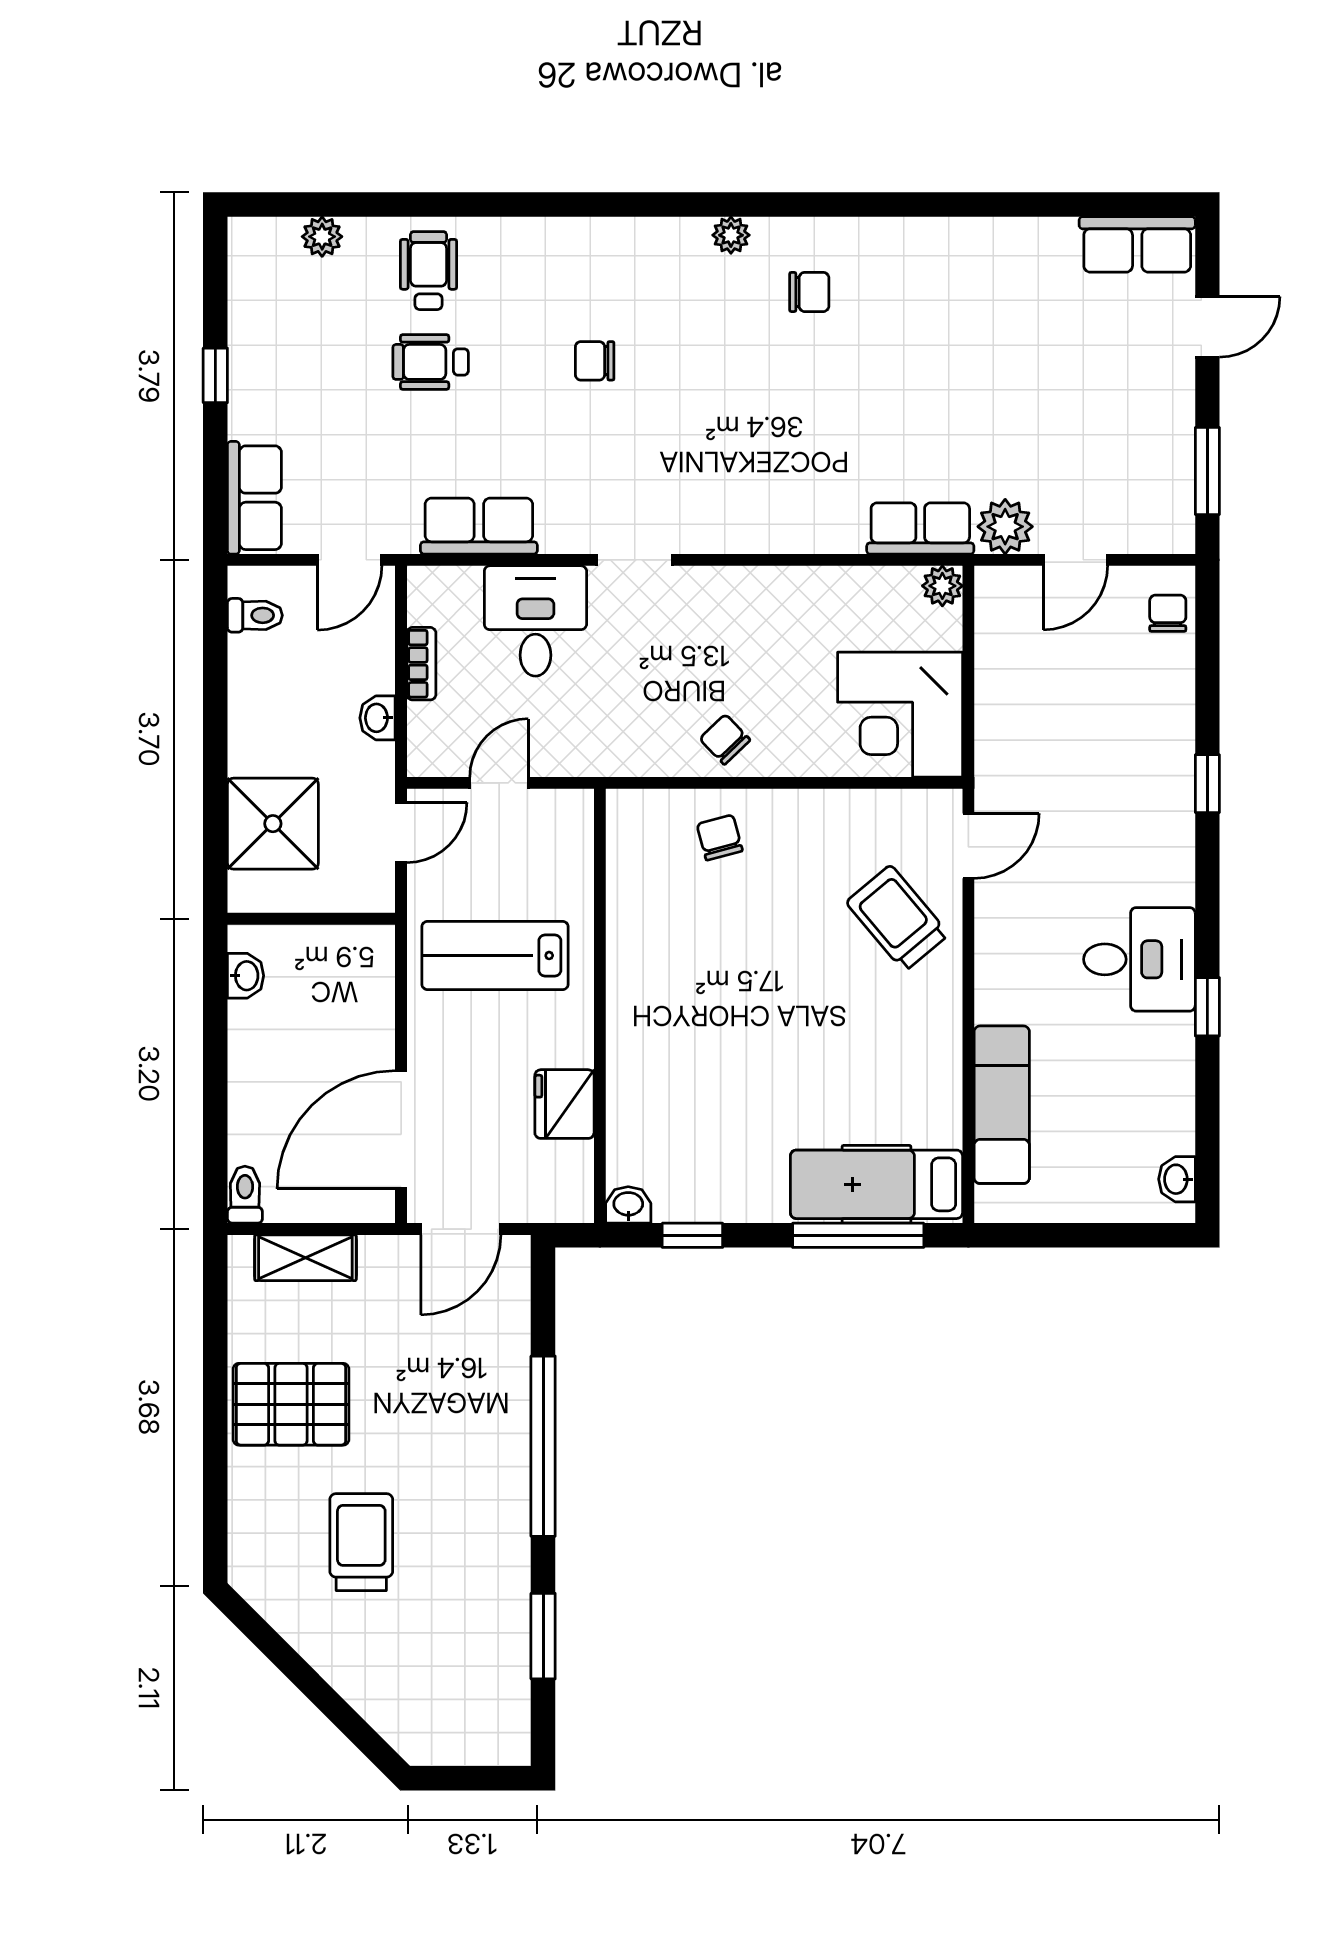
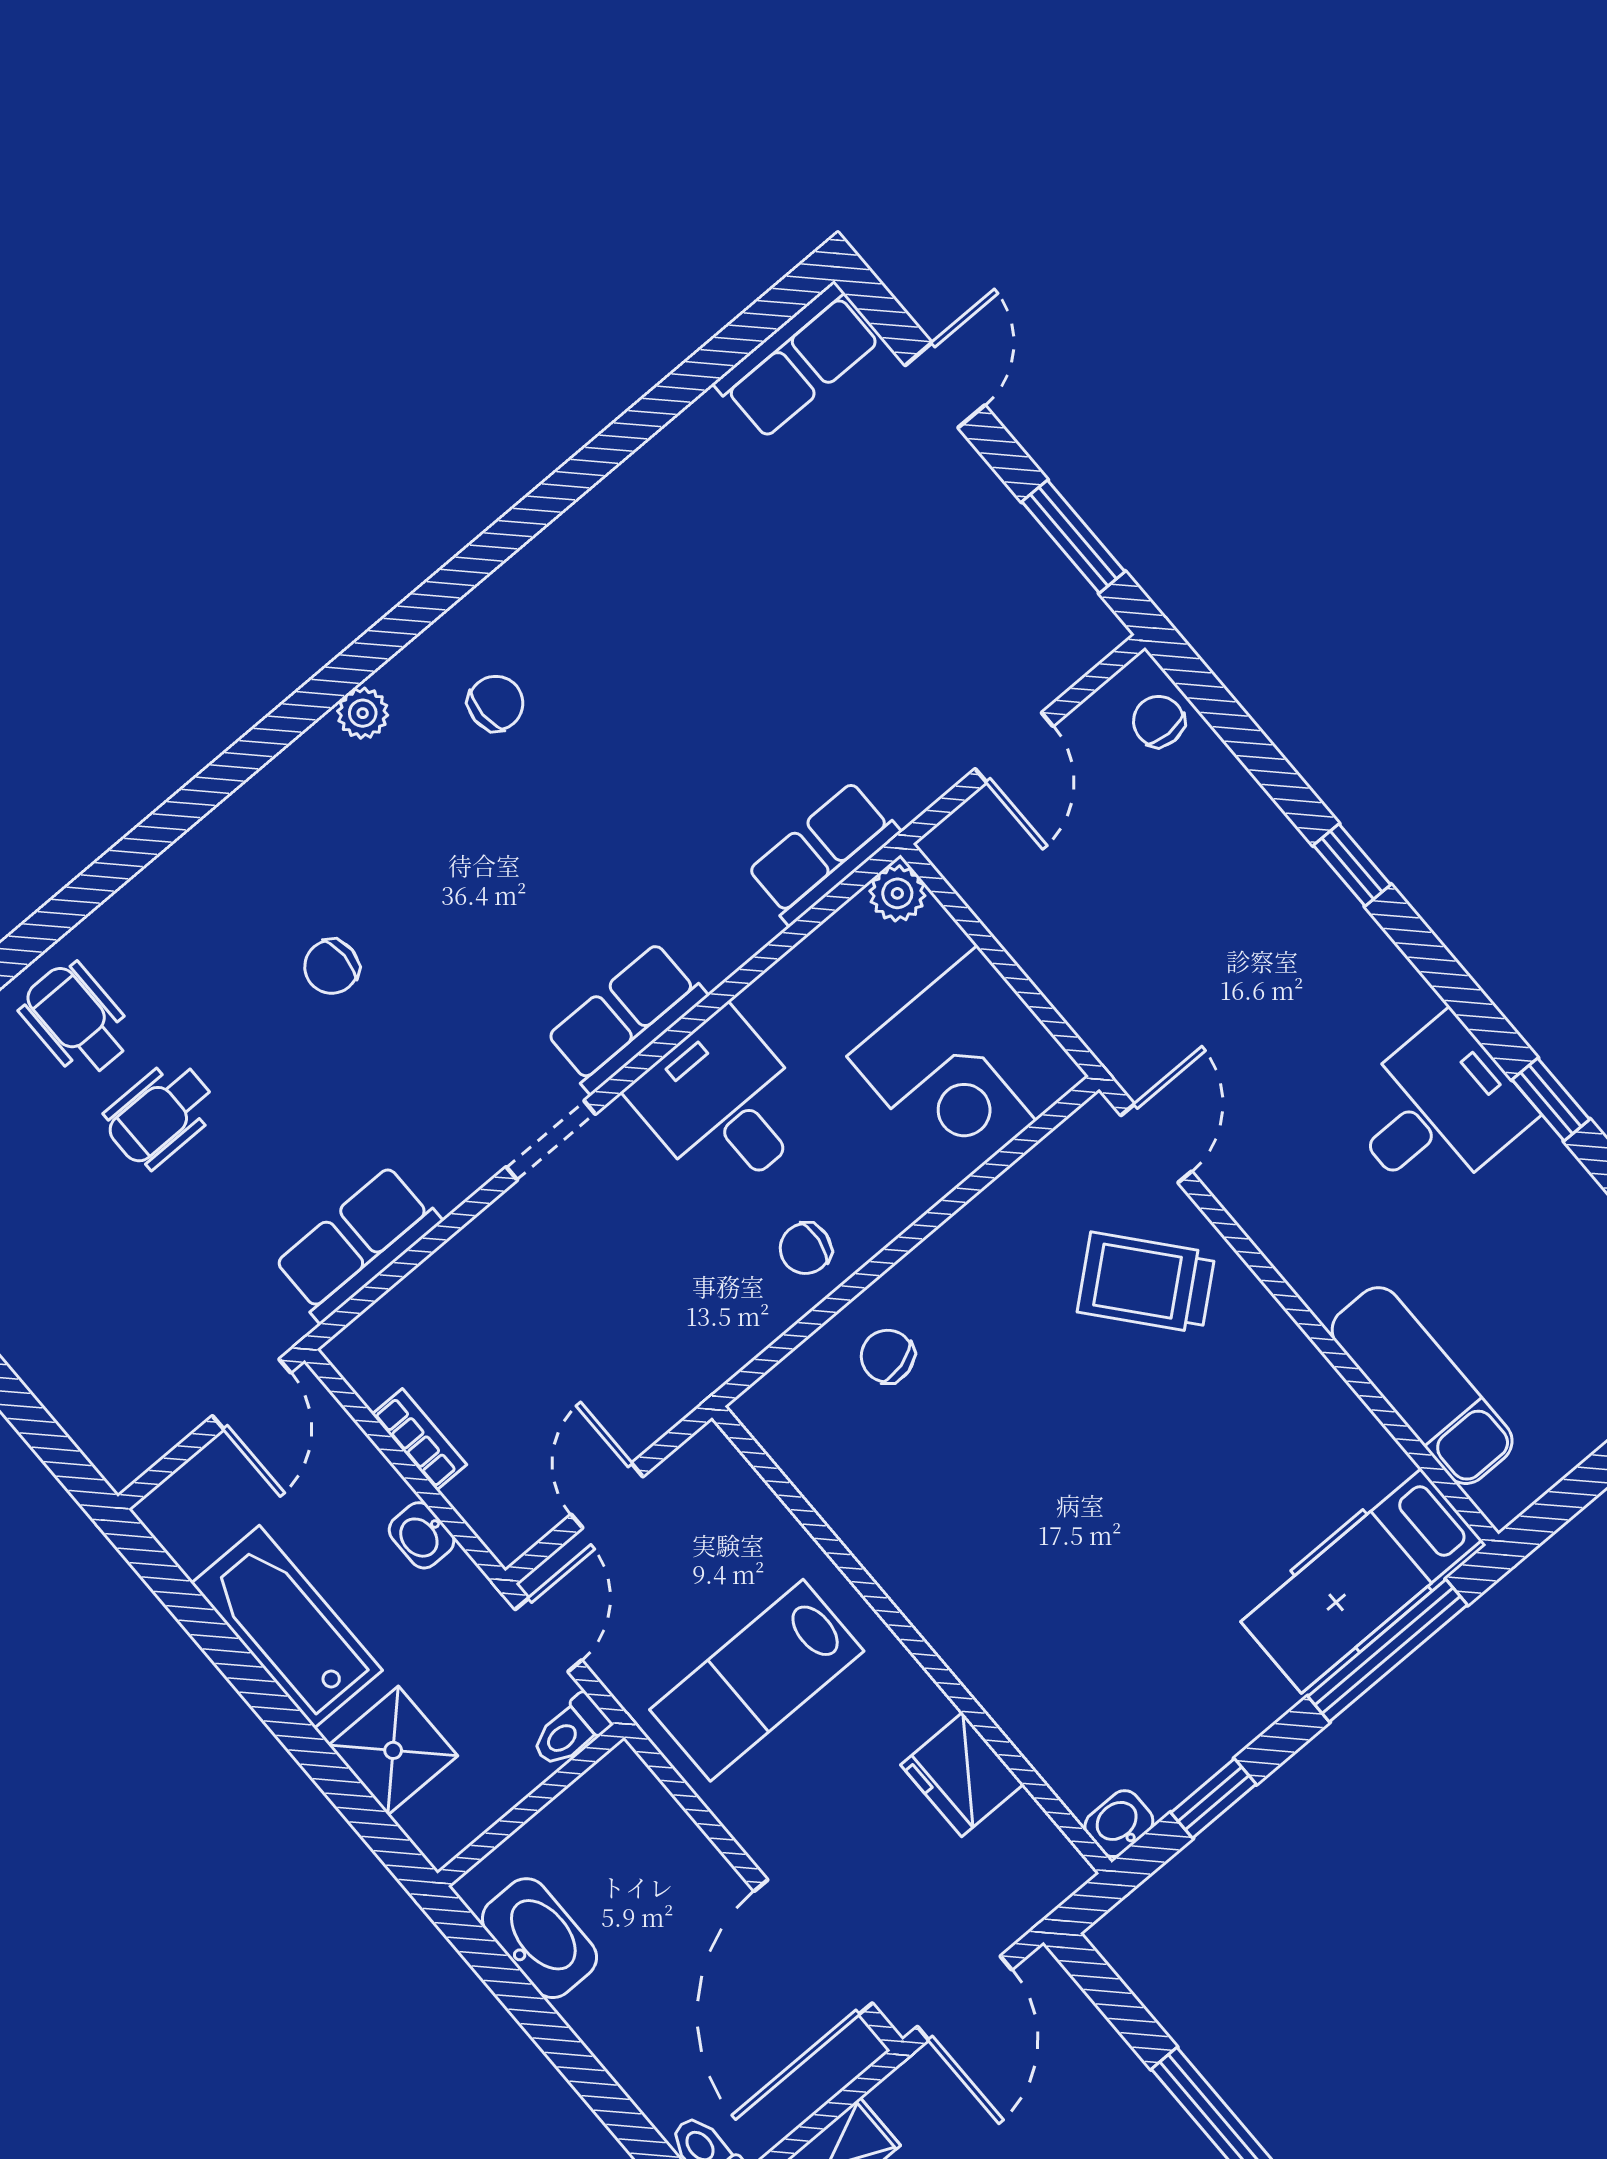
row of seats: (254, 498) -> (626, 1017), moved, turned -90
plant: (1005, 527) -> (911, 775), removed
toilet: (255, 615) -> (570, 1731), moved, turned 180
desk: (535, 621) -> (723, 1104), moved
bathtub: (260, 705) -> (287, 1627), added
chair: (725, 739) -> (806, 1248), turned -39
shower: (273, 824) -> (393, 1750), width x0.73, depth x0.73
washbasin: (246, 976) -> (539, 1938), width x1.91, depth x1.45

